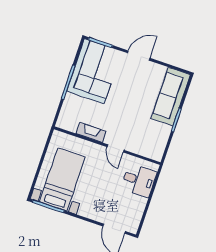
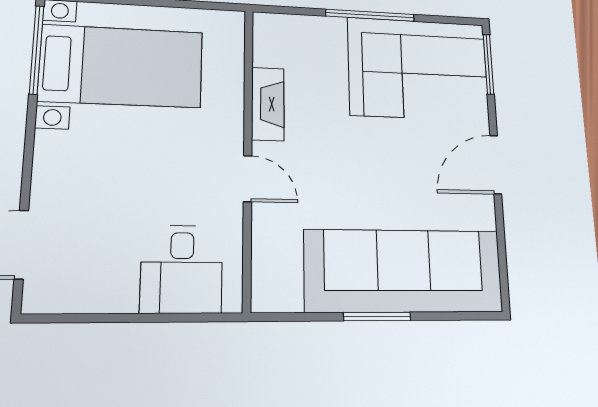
door: (139, 56) -> (496, 165), swing flipped
sofa: (171, 96) -> (404, 271), width x1.36, depth x1.27
door: (115, 148) -> (248, 179), swing flipped

